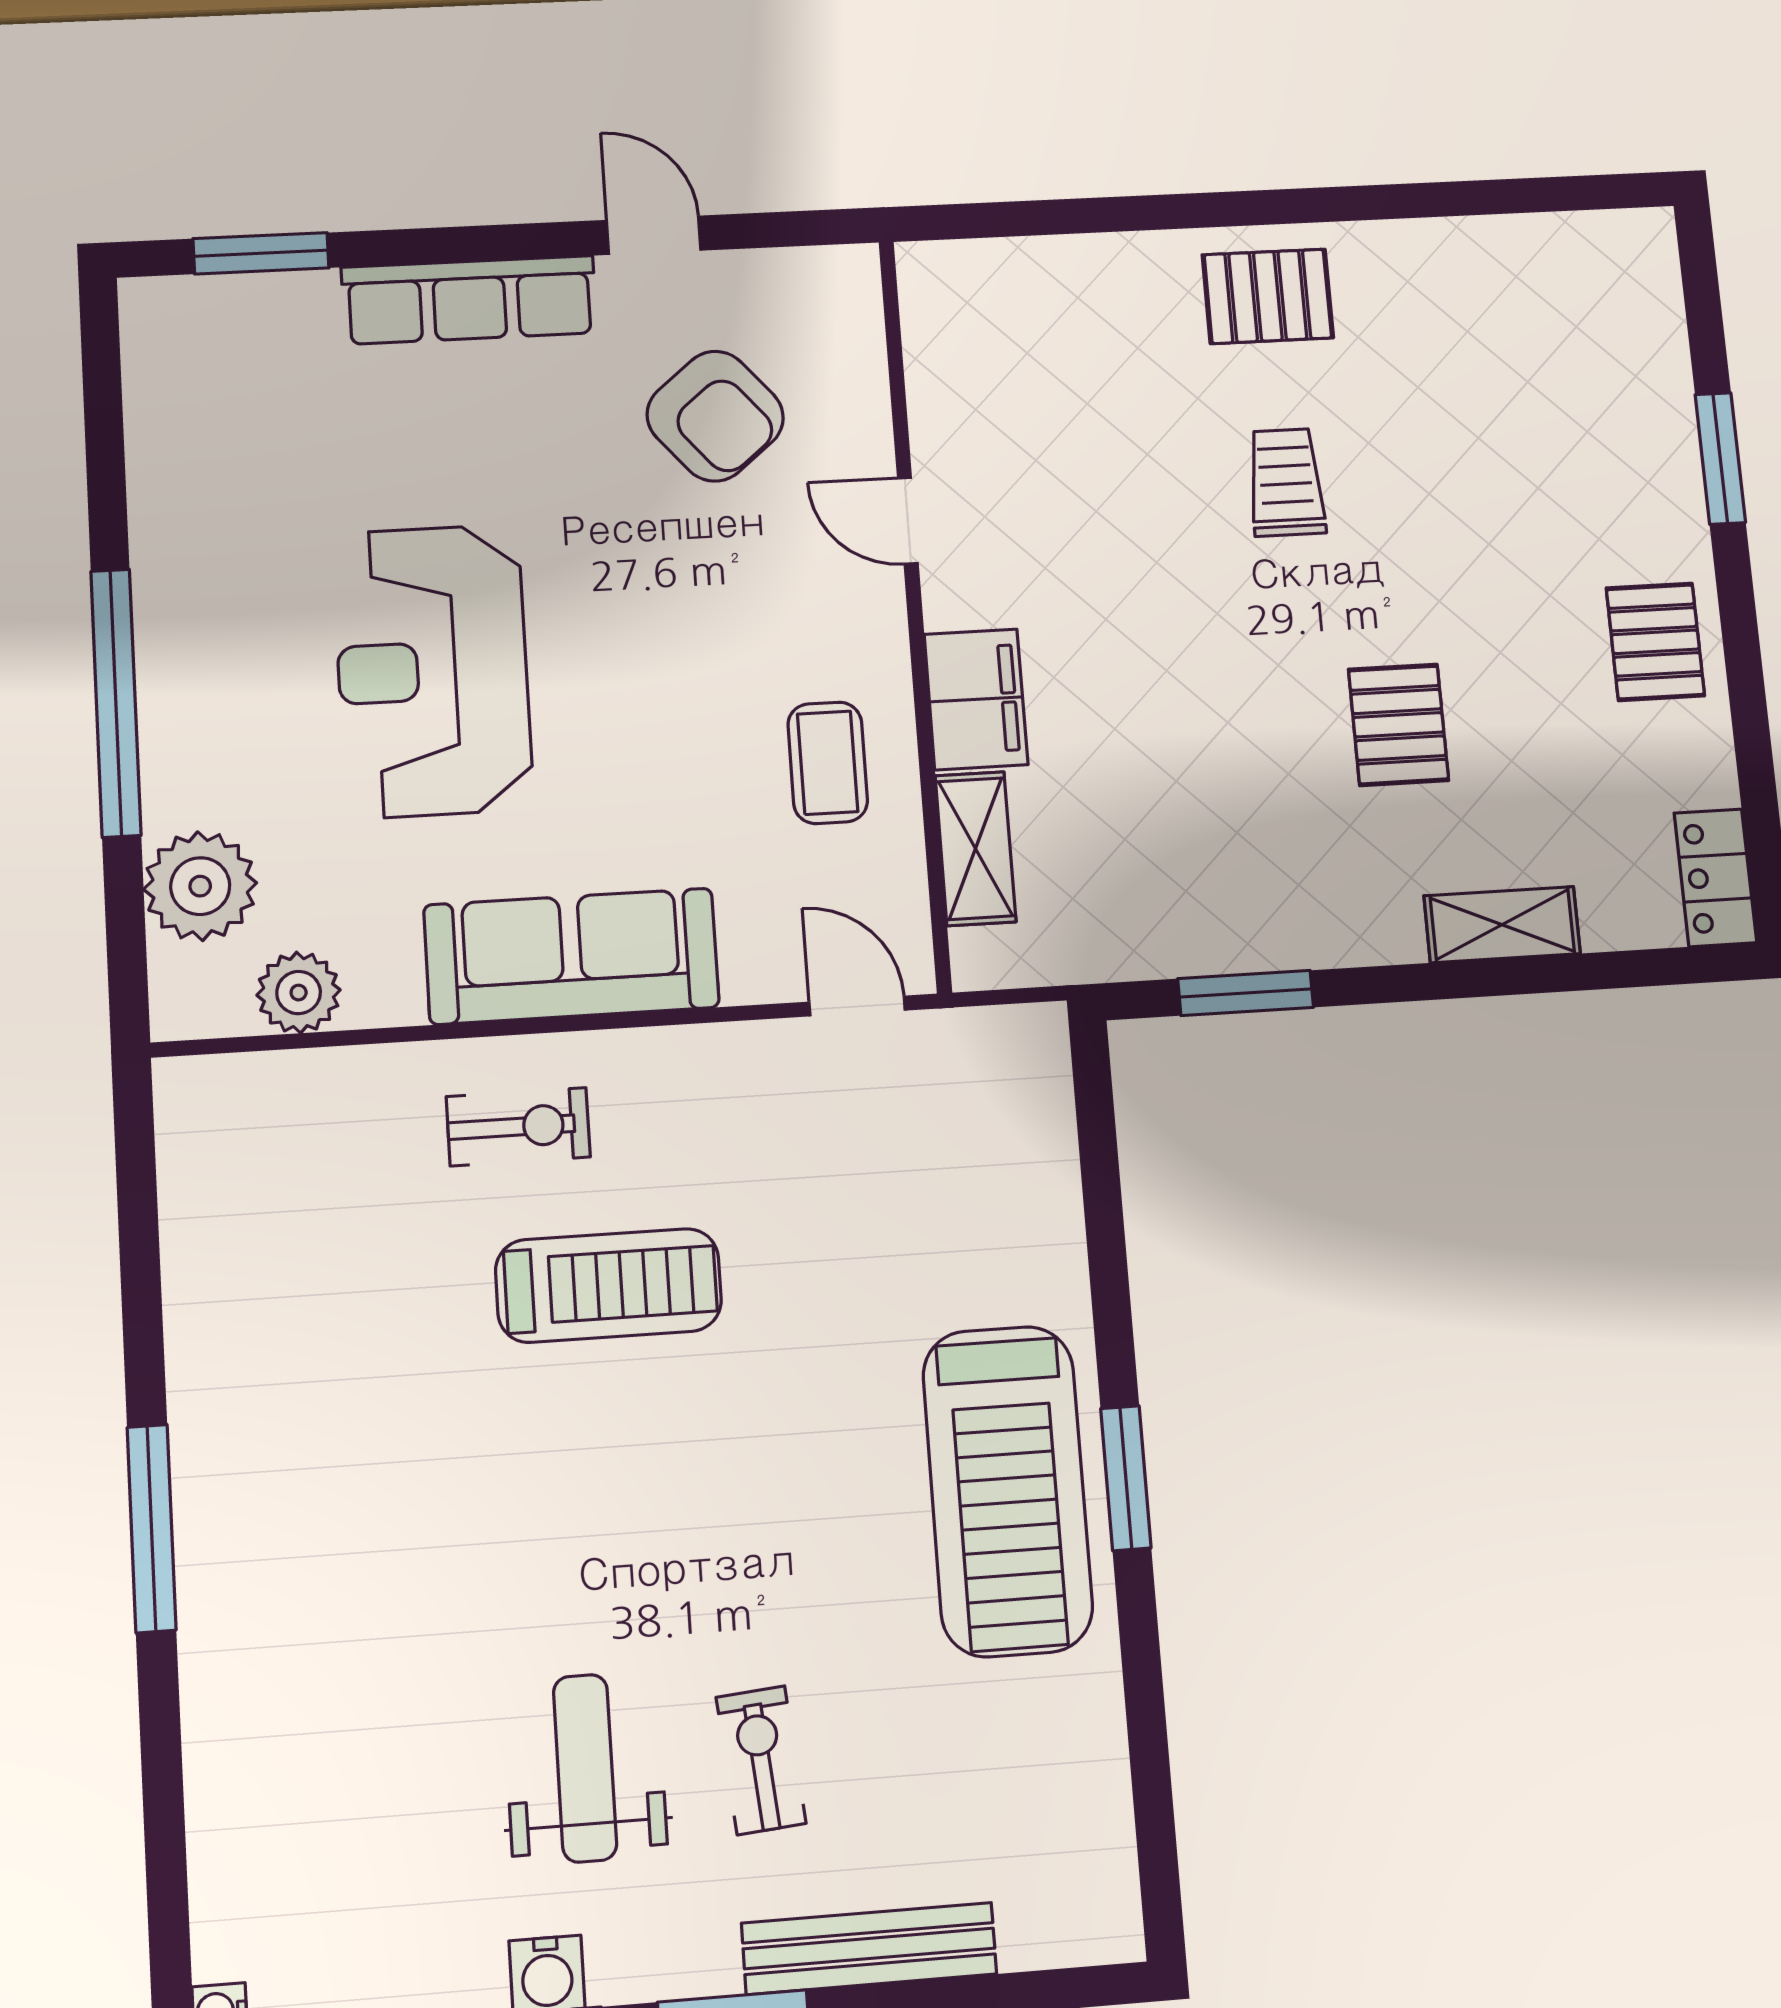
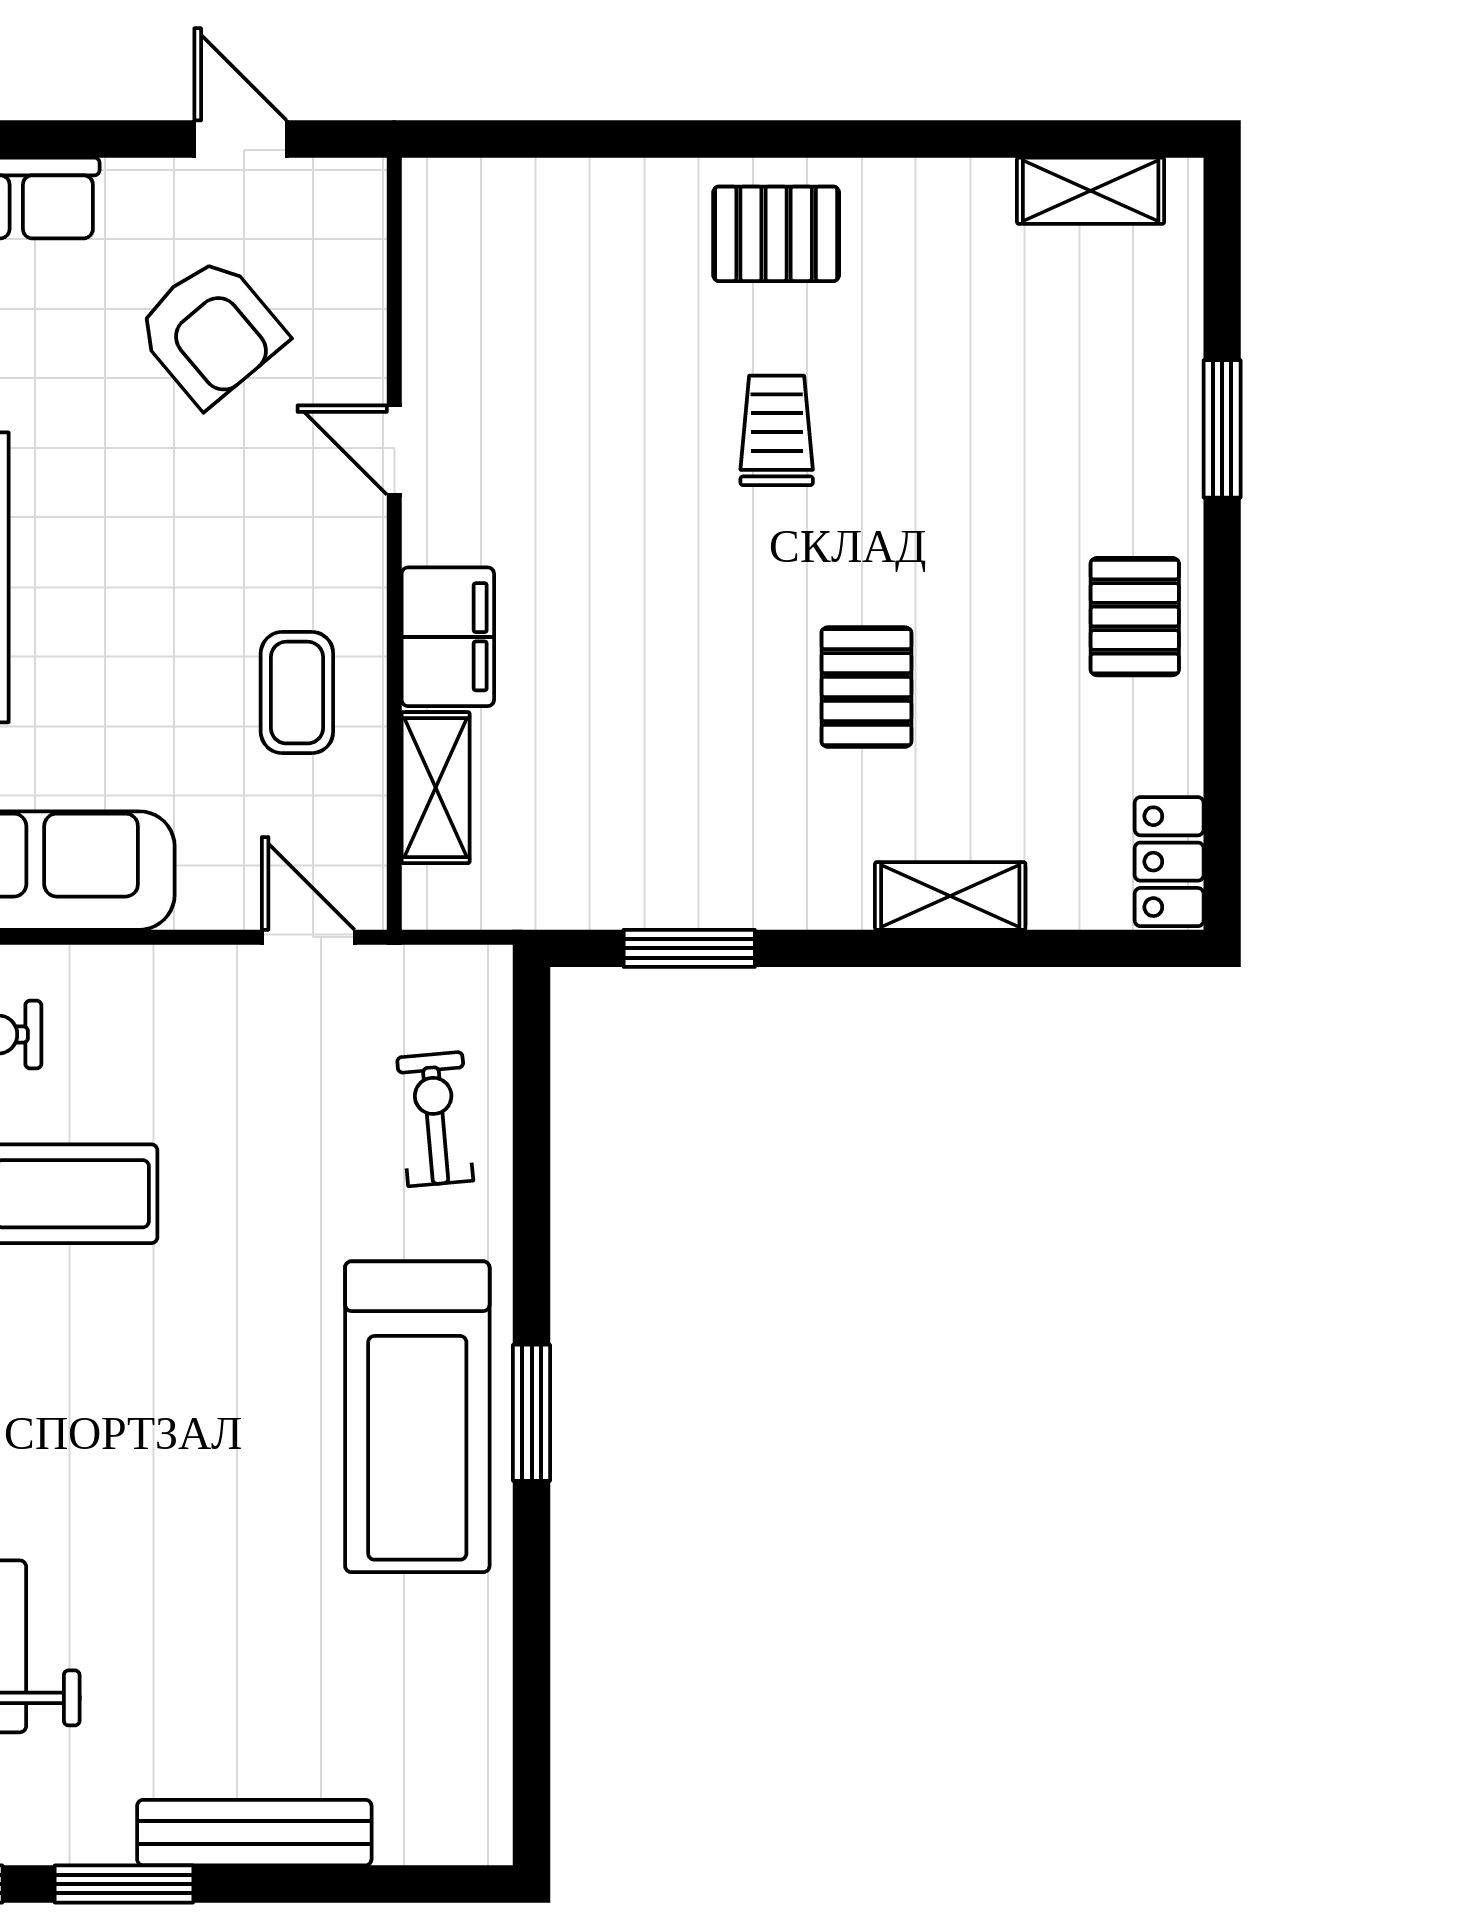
door: (654, 235) -> (240, 139), moved
shelving: (1569, 242) -> (1091, 191), added
exercise bike: (761, 1760) -> (435, 1119), moved

